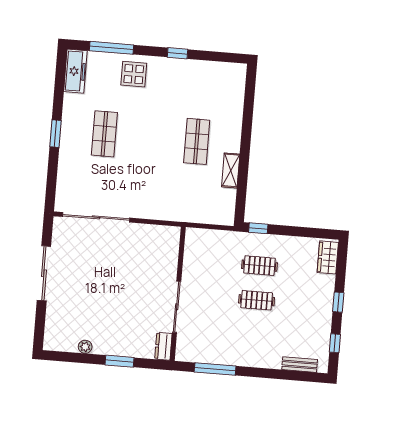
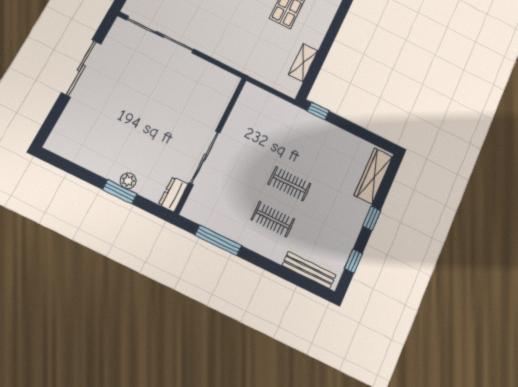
shelving: (231, 170) -> (303, 63), moved
wardrobe: (328, 257) -> (373, 176), width x1.50
clothes rail: (259, 266) -> (273, 219), moved
plant: (85, 347) -> (128, 181), moved
bench: (300, 365) -> (309, 270), width x1.36

